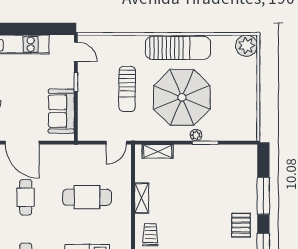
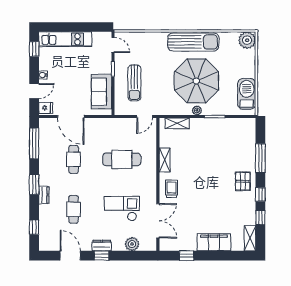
sun lounger: (127, 89) -> (134, 83), moved
barbecue: (246, 114) -> (247, 94), added
plant: (196, 135) -> (197, 110), moved

